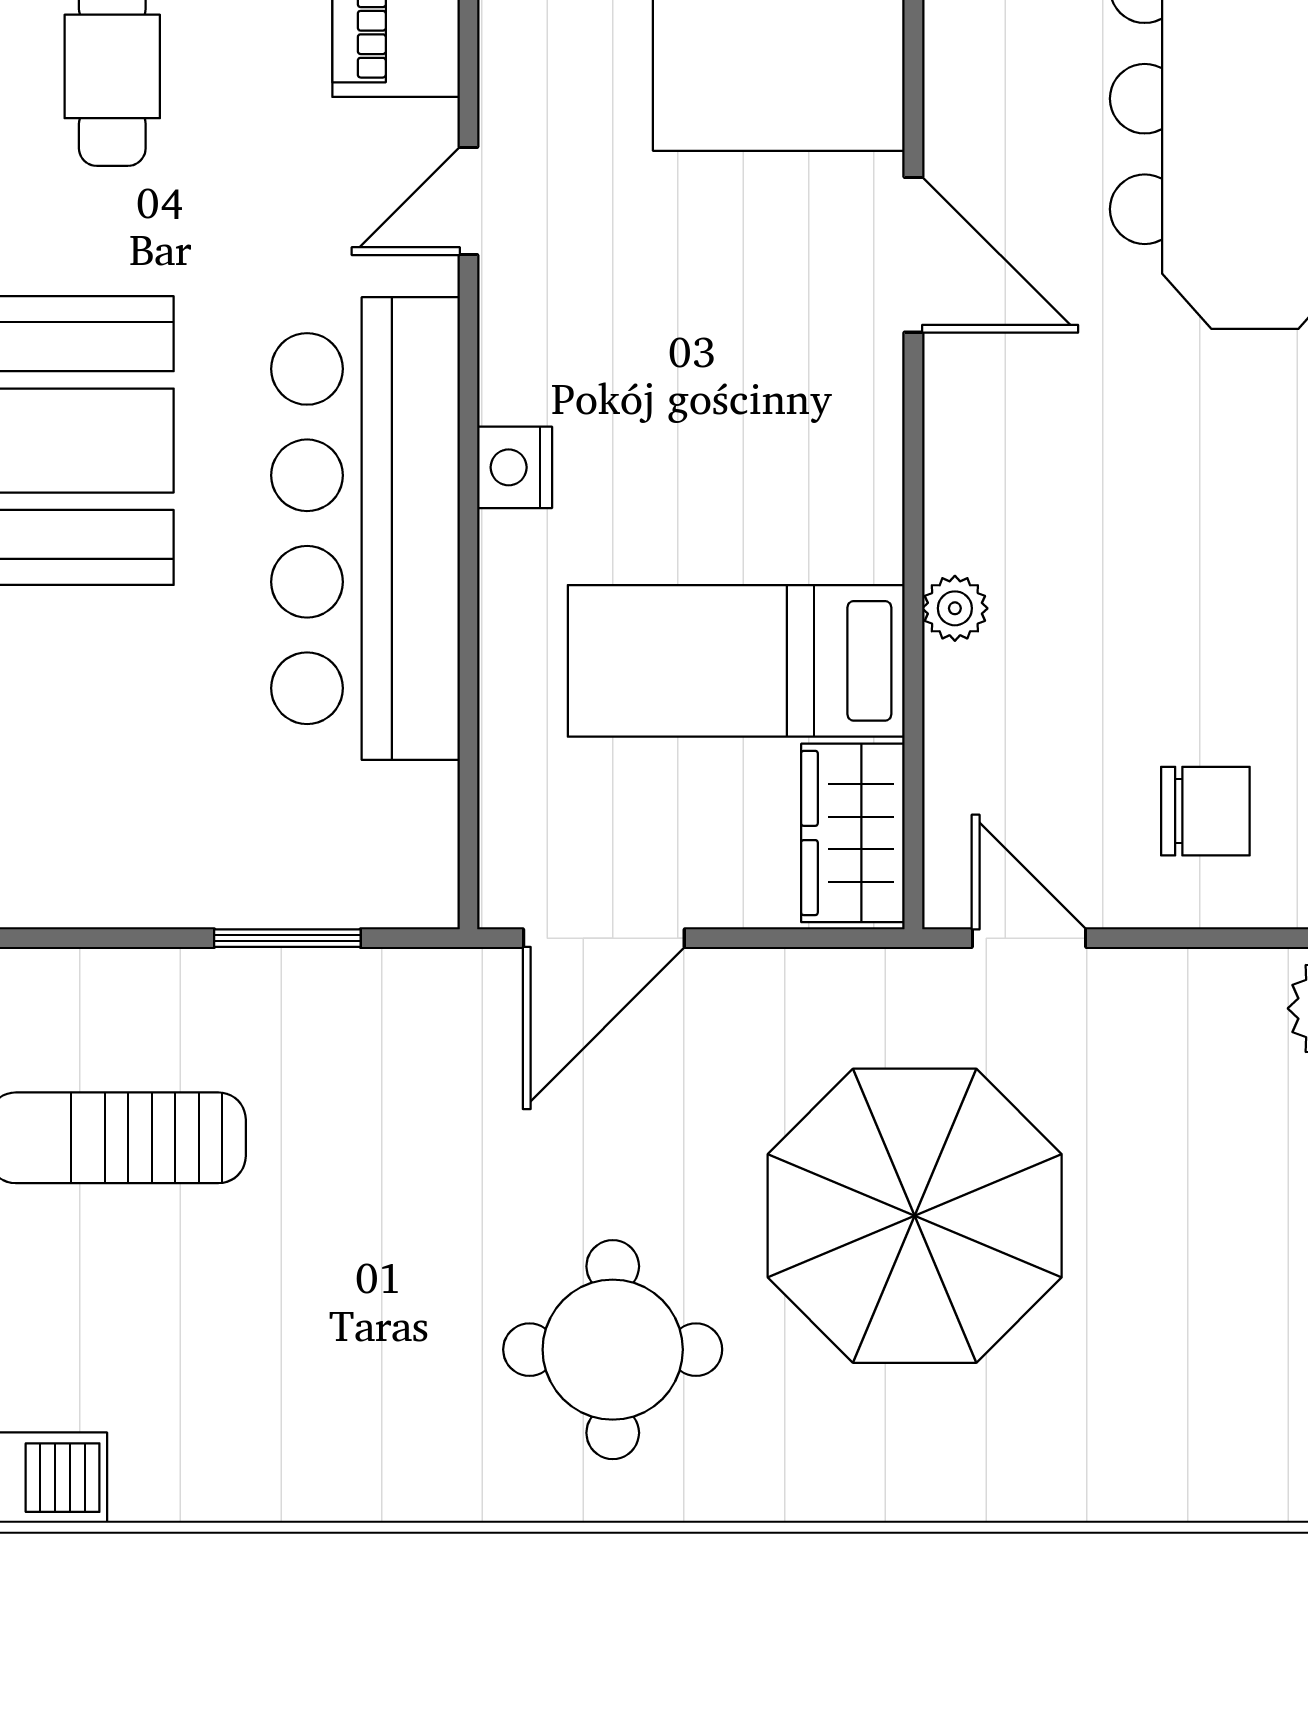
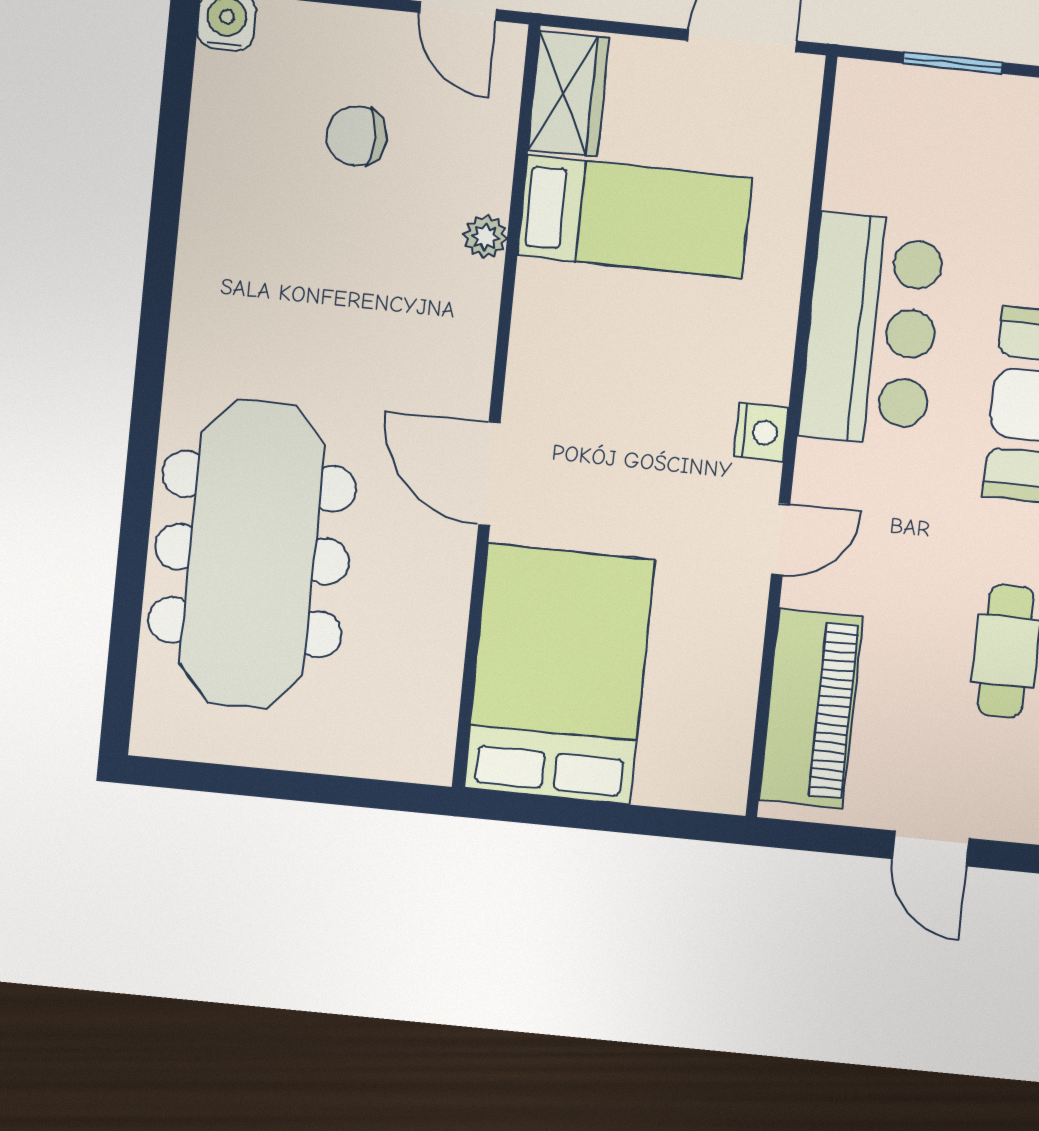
nightstand: (515, 467) -> (761, 432), moved
bar counter: (365, 529) -> (872, 330), width x0.73
chair: (1205, 811) -> (357, 136), moved

